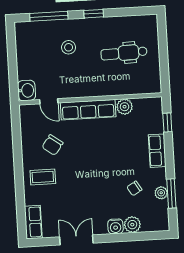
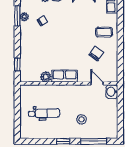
row of seats: (88, 110) -> (65, 76), width x0.68
row of seats: (157, 151) -> (25, 46), removed

